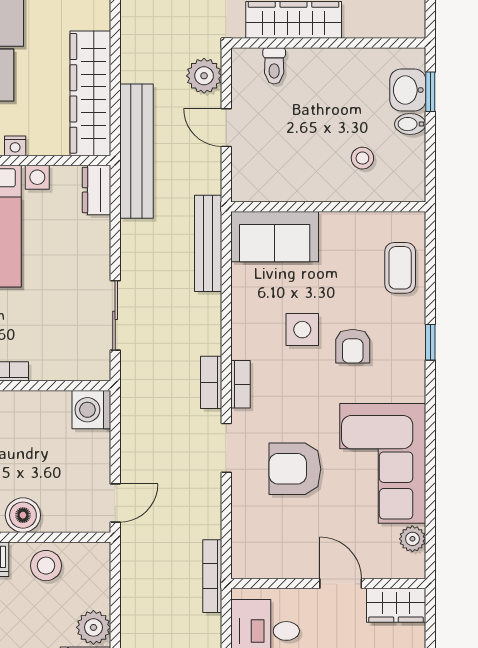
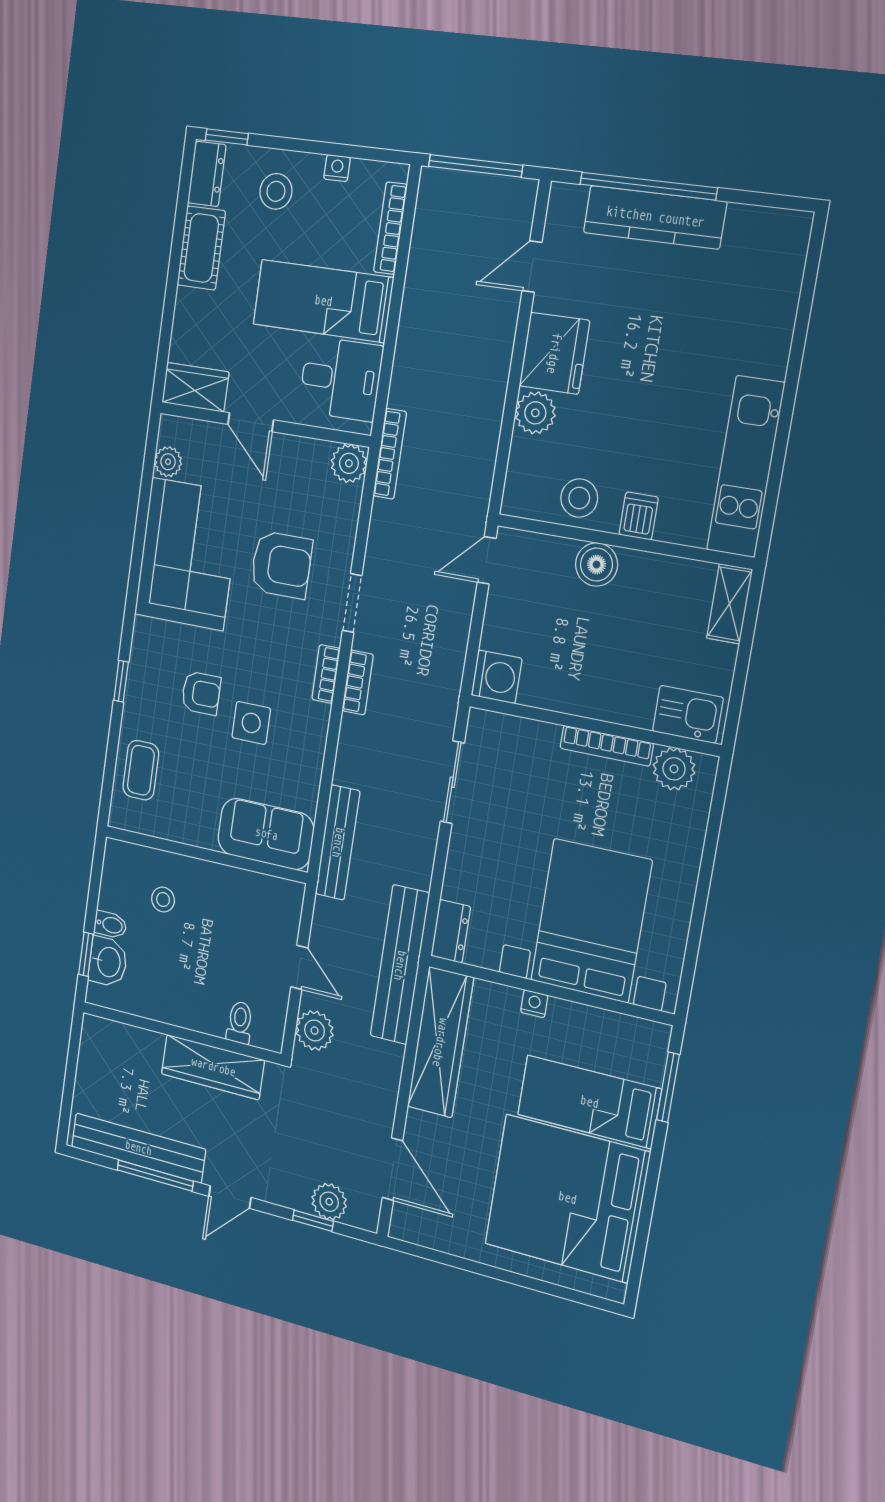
armchair: (353, 346) -> (201, 693), turned 90
plant: (247, 563) -> (349, 463), added

